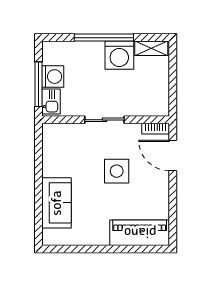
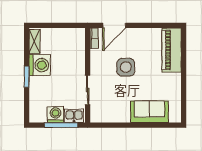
window: (104, 38) -> (27, 77), width x0.47
sliding door: (105, 120) -> (88, 90), moved

